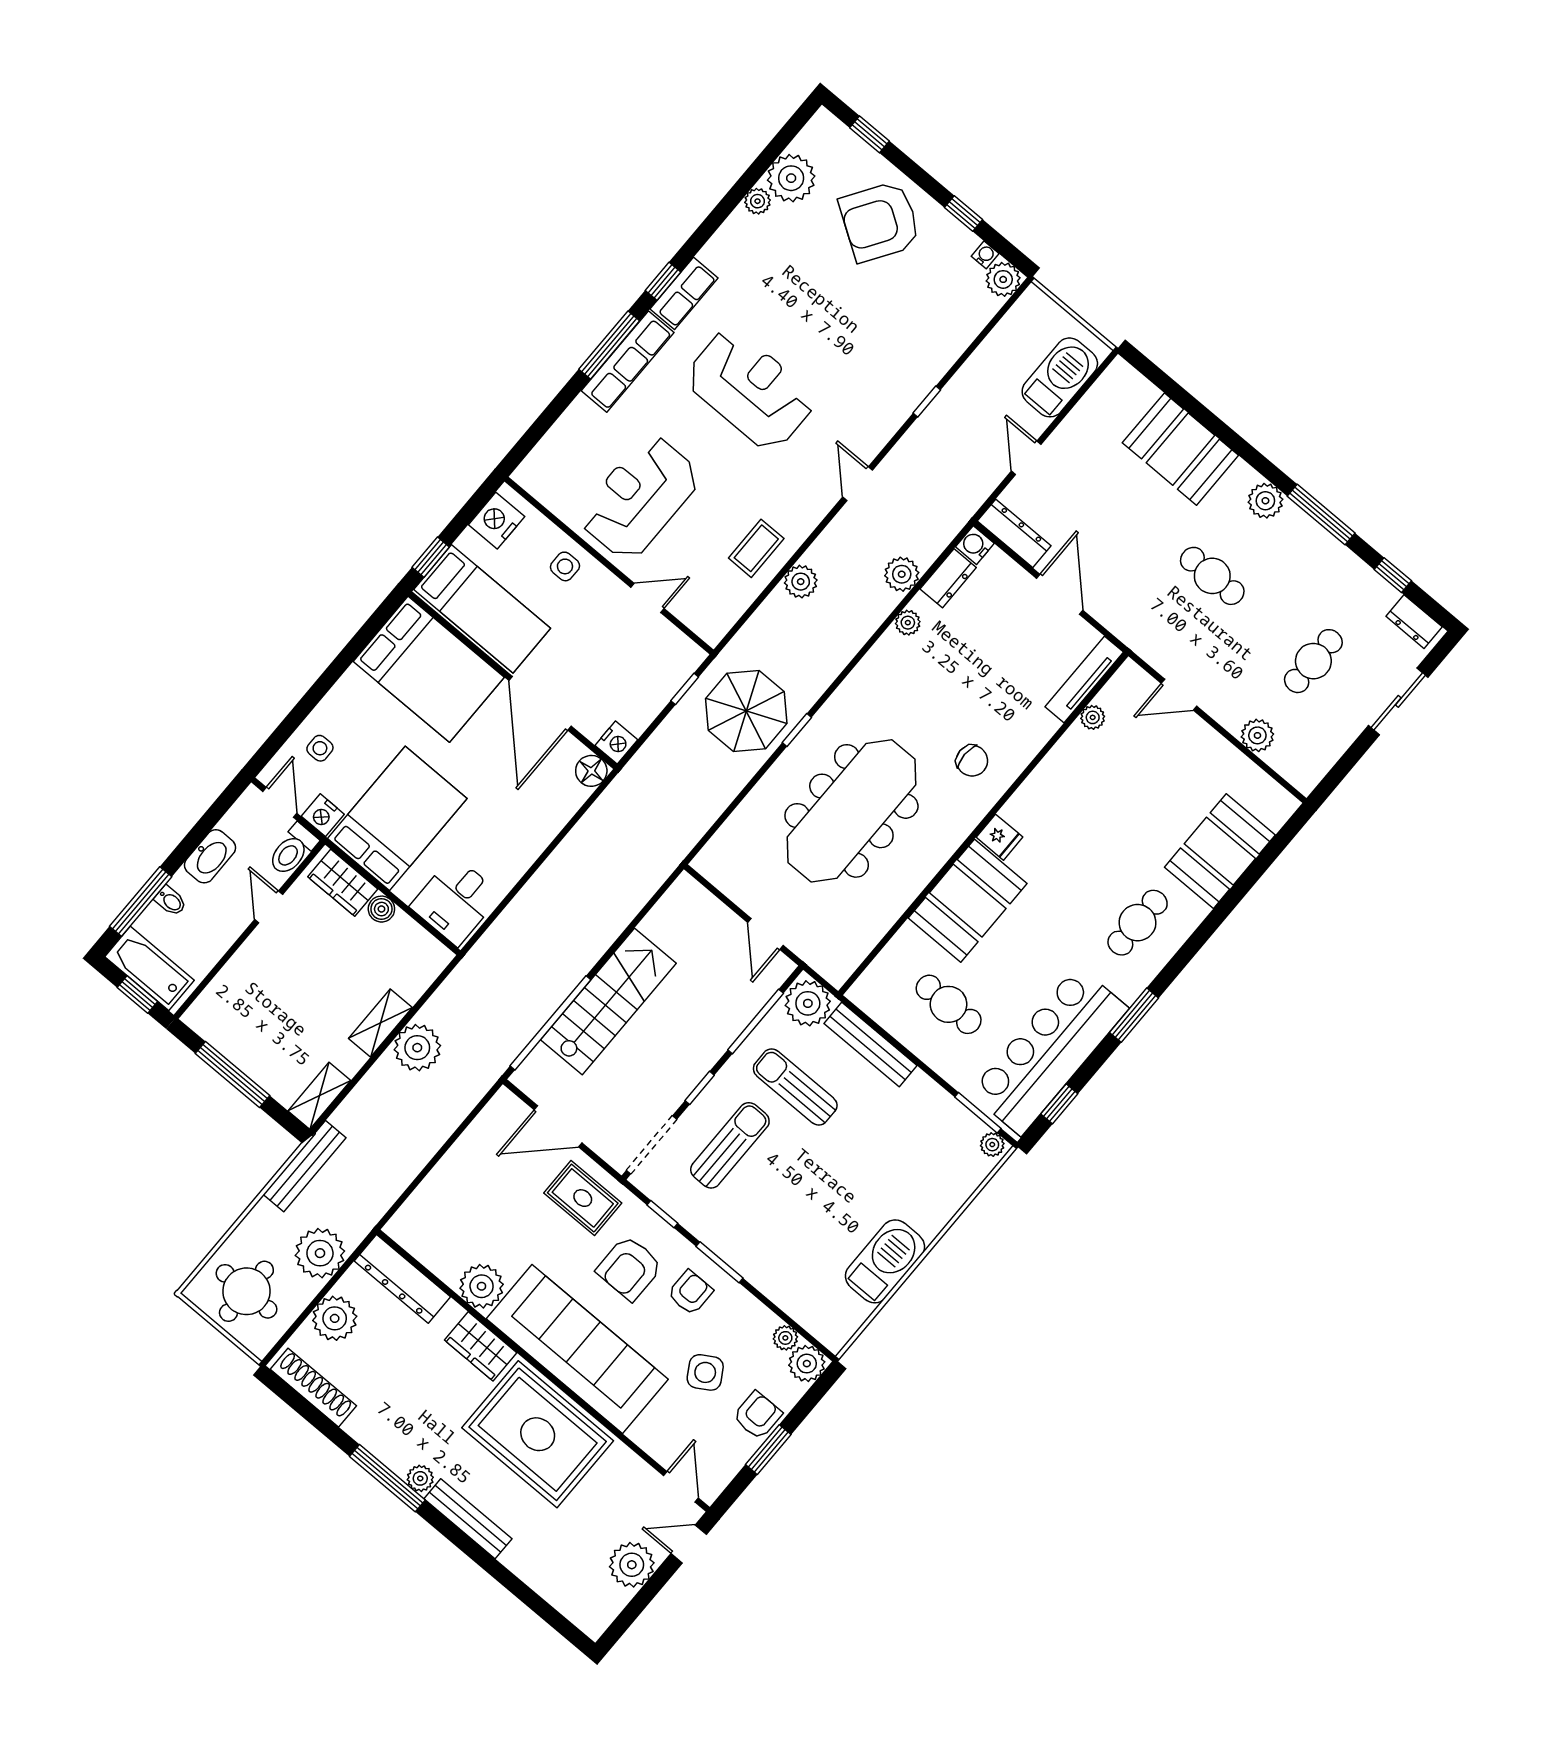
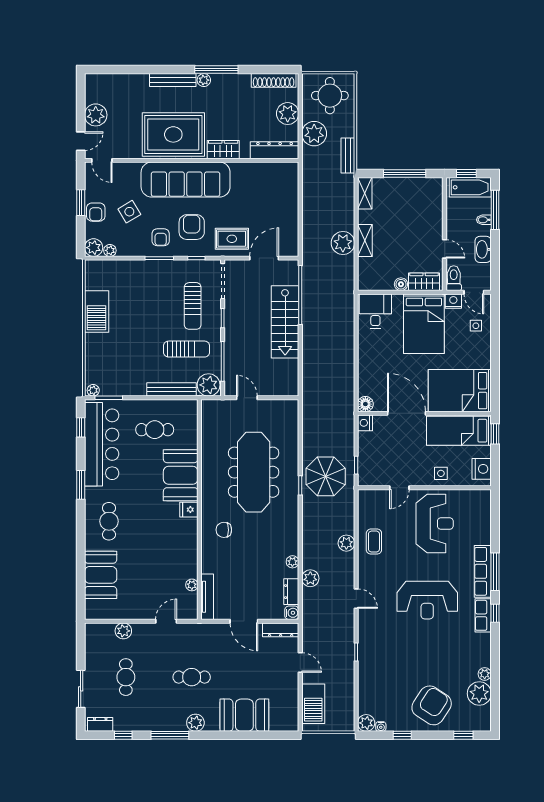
bench: (305, 1166) -> (348, 155), width x0.73
plant: (482, 1286) -> (242, 173), removed

